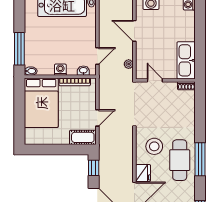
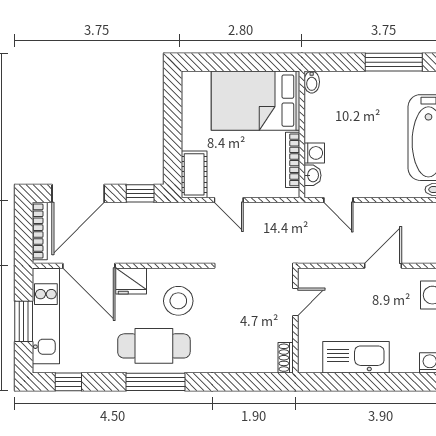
window: (19, 49) -> (394, 62), moved
kitchen sink: (186, 60) -> (356, 357), moved
plant: (129, 64) -> (324, 255), removed
washing machine: (60, 70) -> (314, 153), moved

